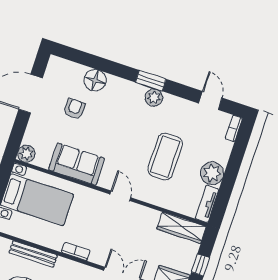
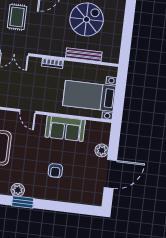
floor lamp: (95, 80) -> (64, 194), removed
armchair: (74, 109) -> (55, 171), moved
plant: (26, 154) -> (102, 150), moved

